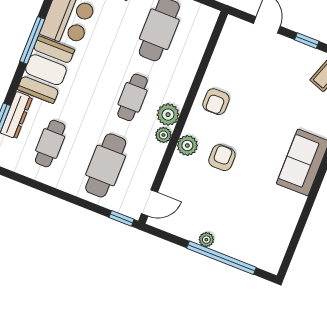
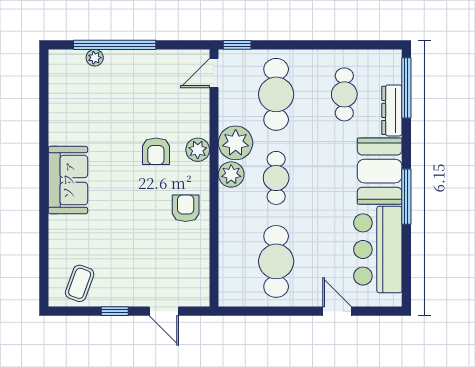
plant: (163, 135) -> (236, 143), width x1.88, depth x1.88
plant: (206, 240) -> (95, 58), moved

